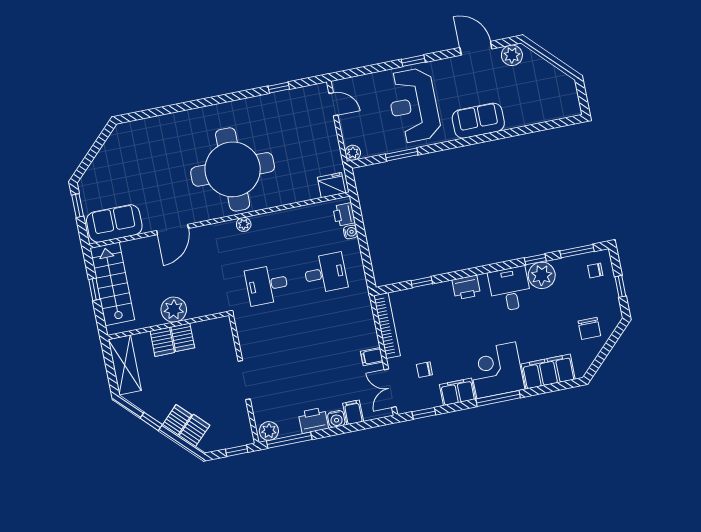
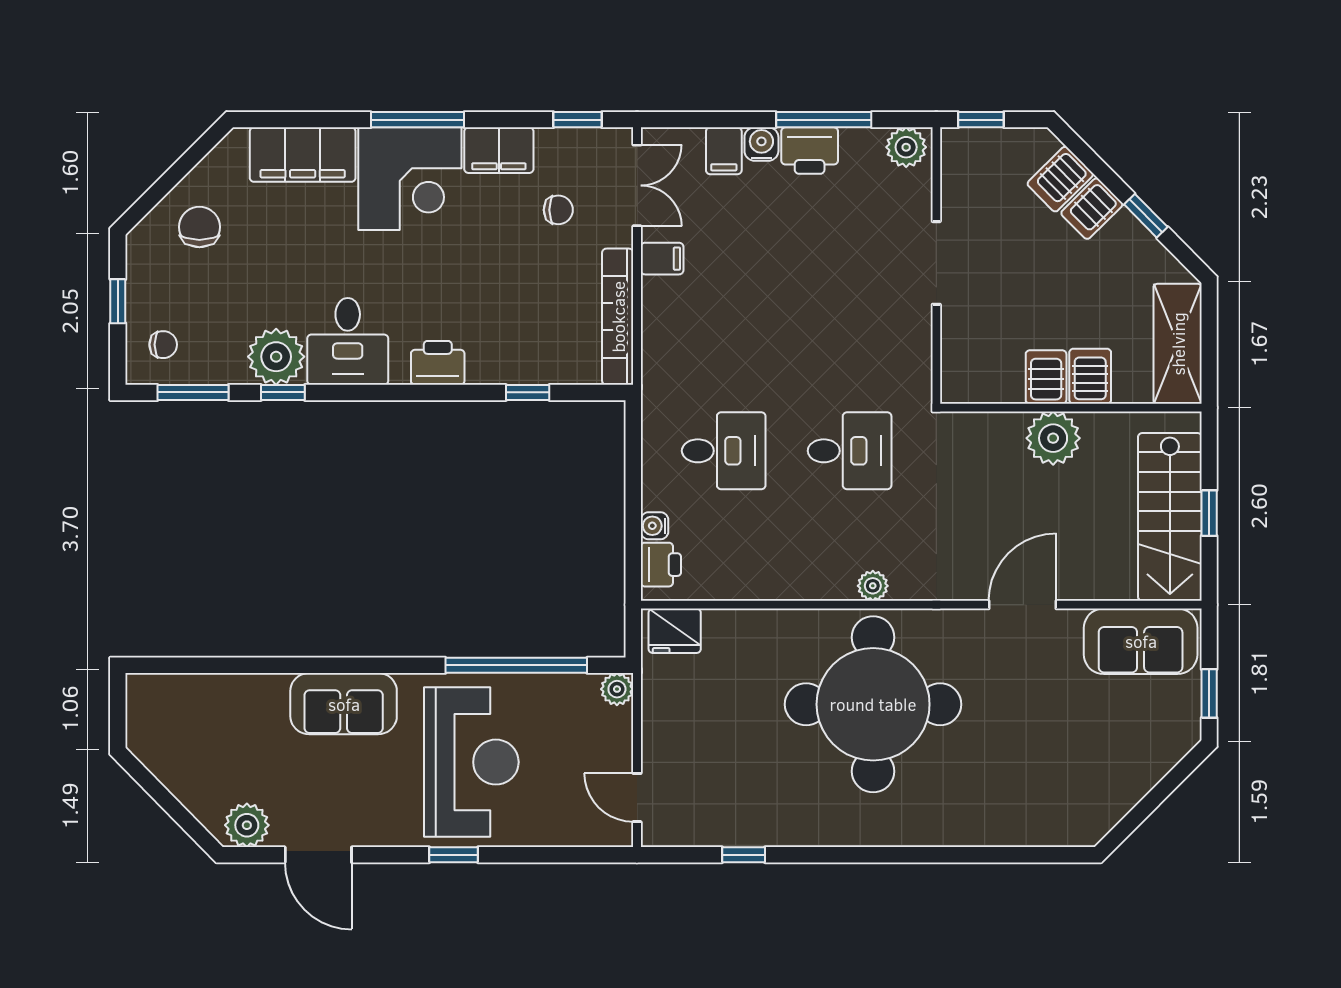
window: (402, 154) -> (516, 665), width x2.11
desk: (325, 273) -> (724, 451), turned 180
window: (289, 440) -> (824, 120), moved

